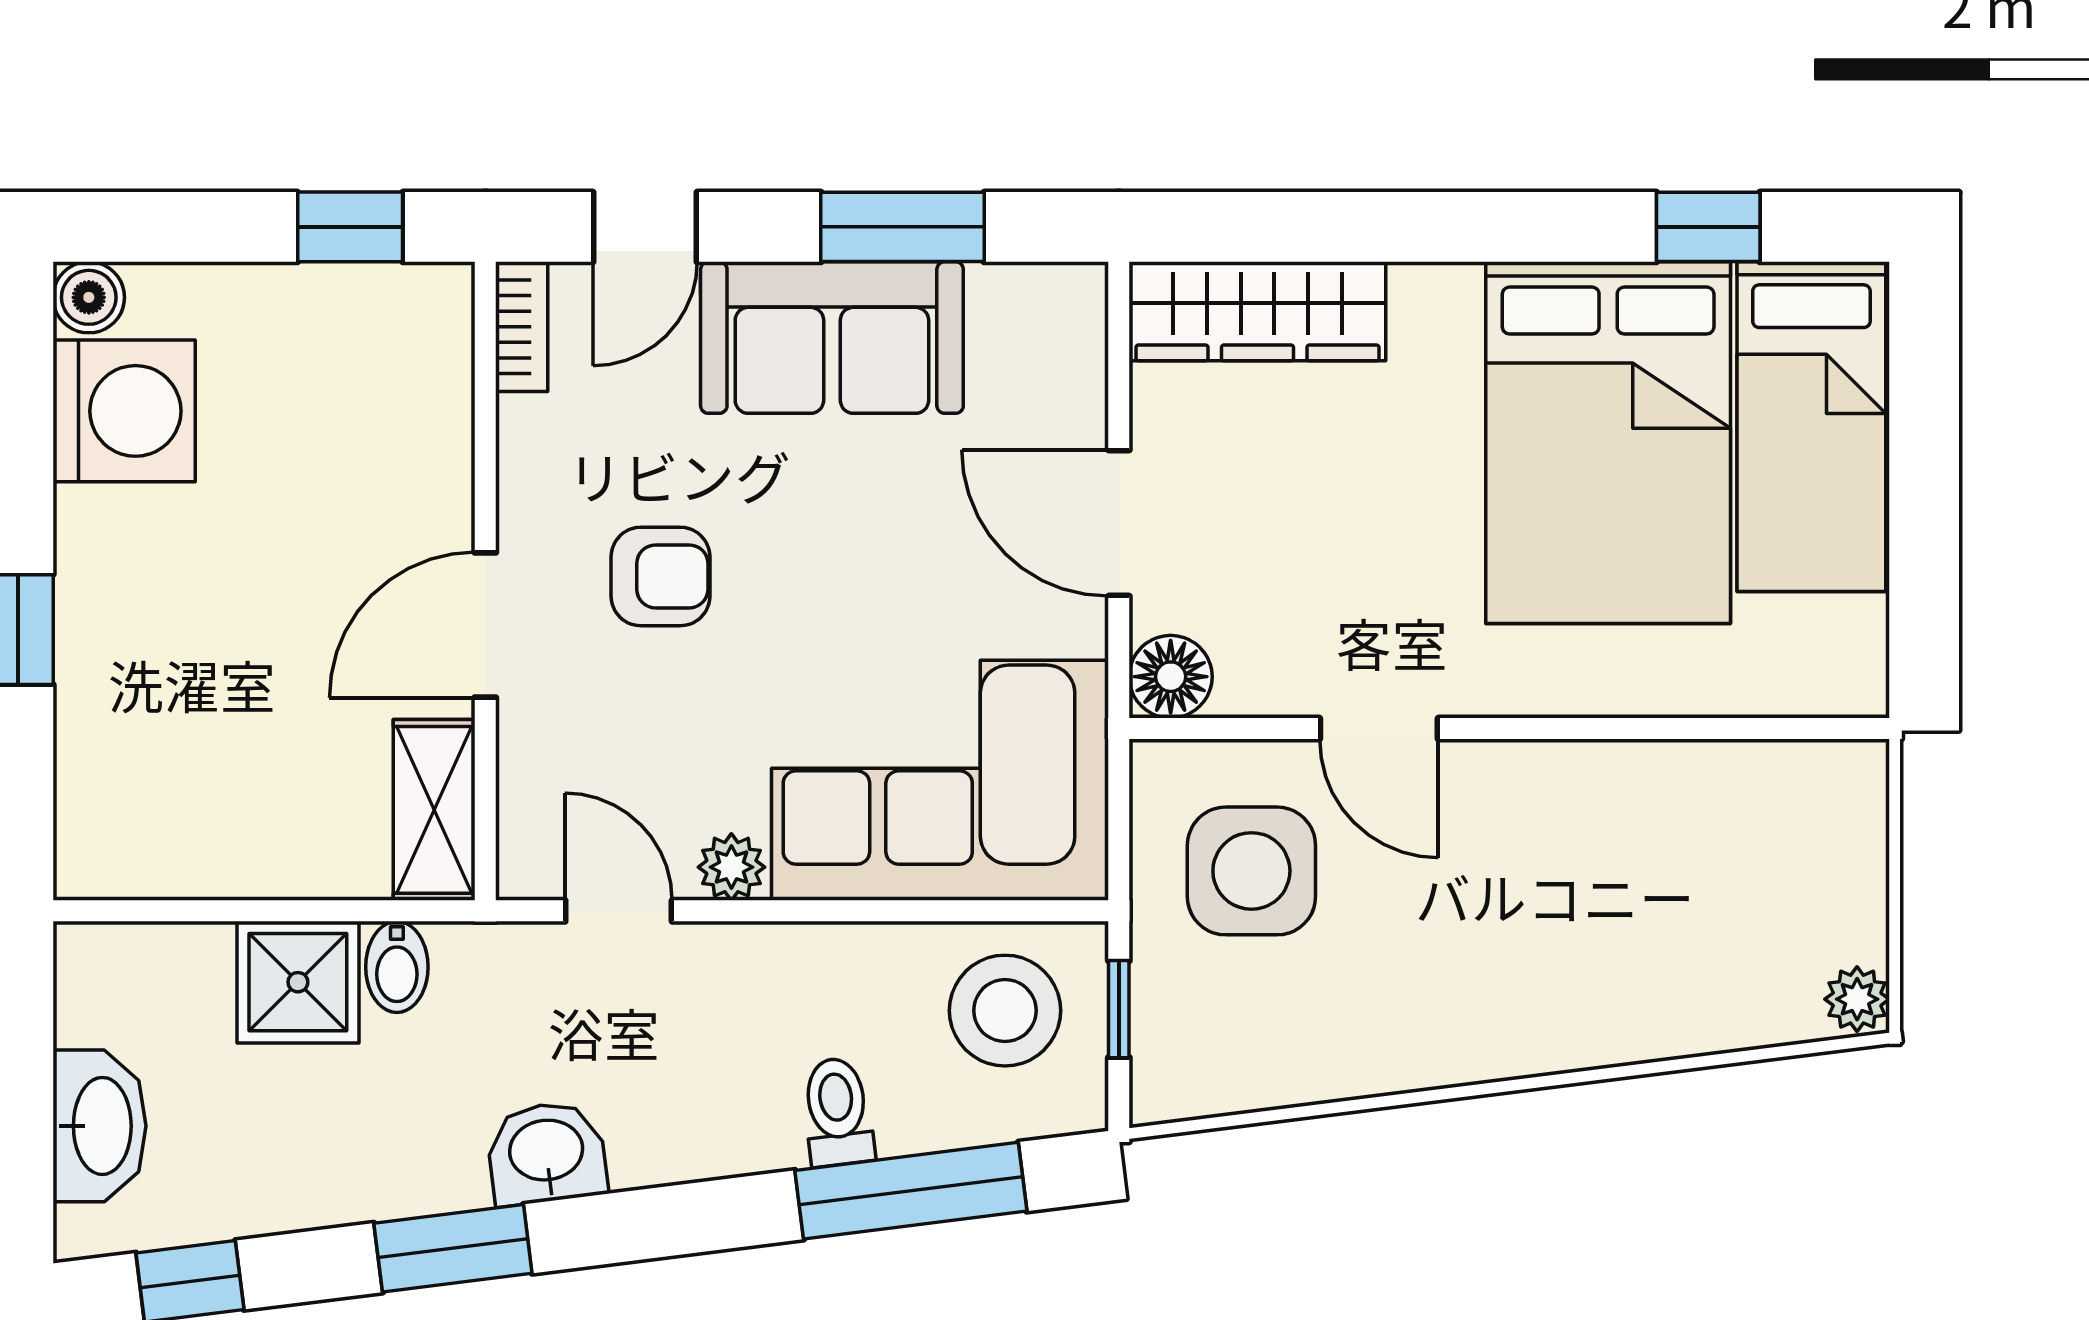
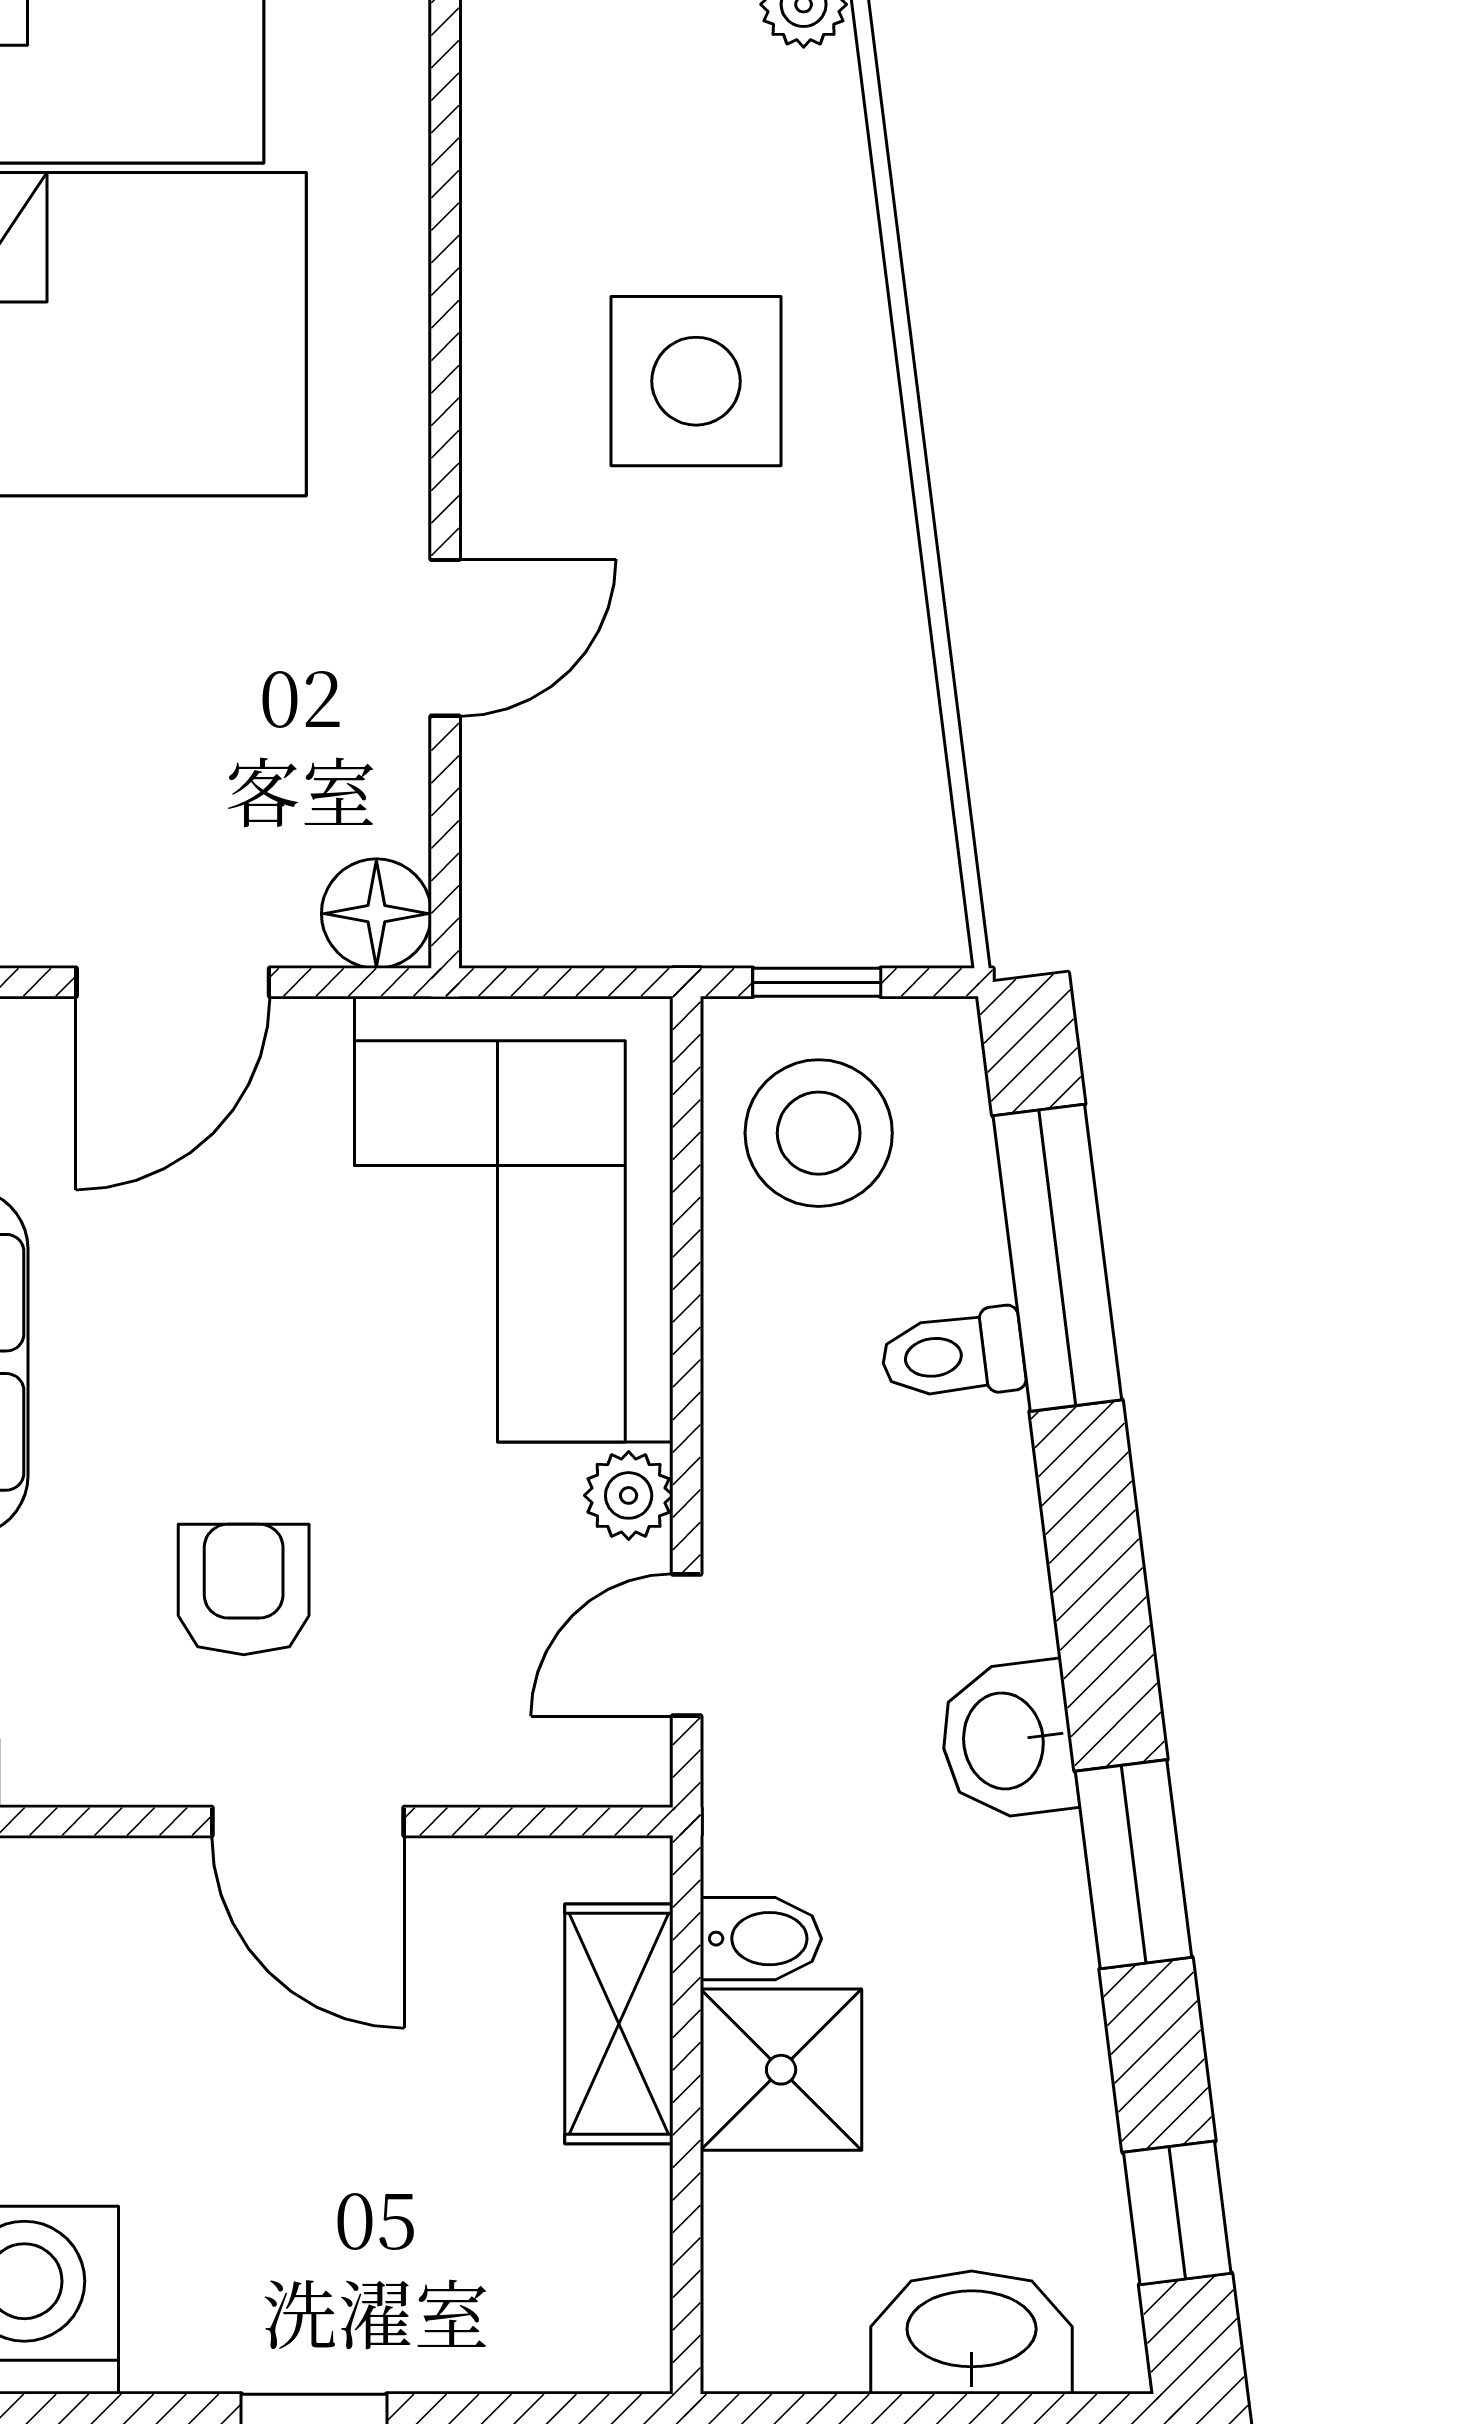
shelving: (434, 810) -> (619, 2024), moved, turned 90
side table: (1251, 871) -> (696, 381), moved

